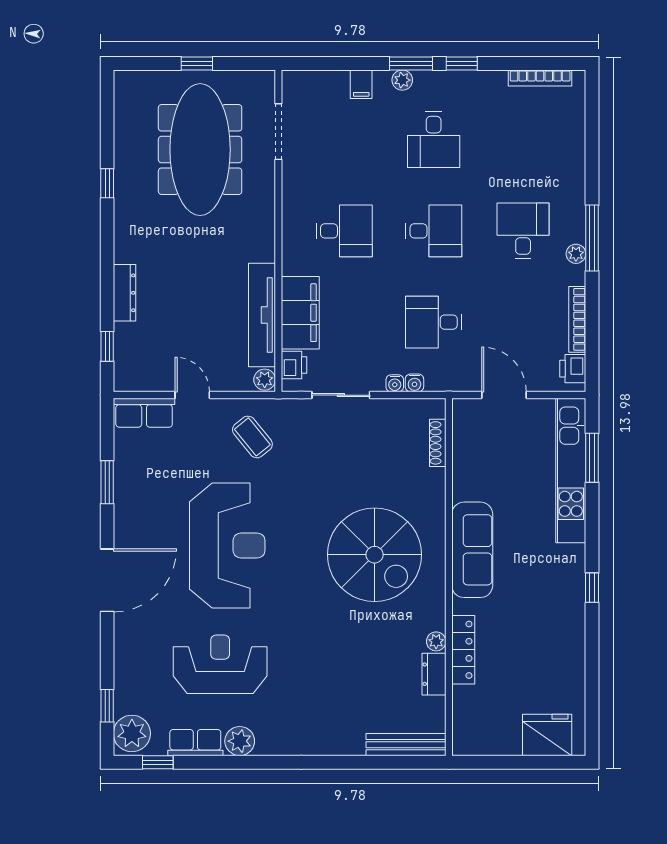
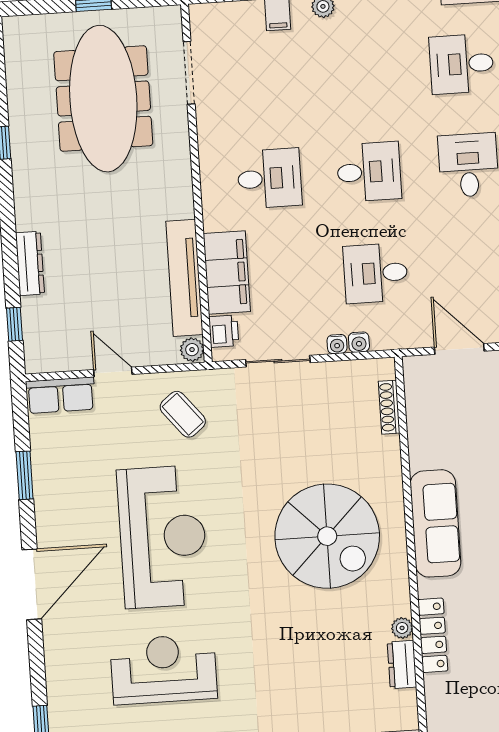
desk: (434, 140) -> (462, 64), moved, turned 90

